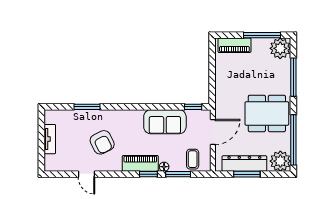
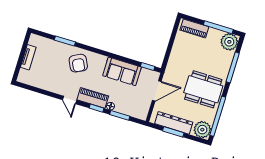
armchair: (102, 142) -> (78, 63), moved
coffee table: (193, 159) -> (135, 107), removed
door: (86, 174) -> (70, 100), moved

